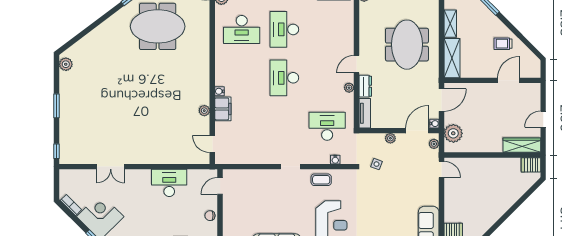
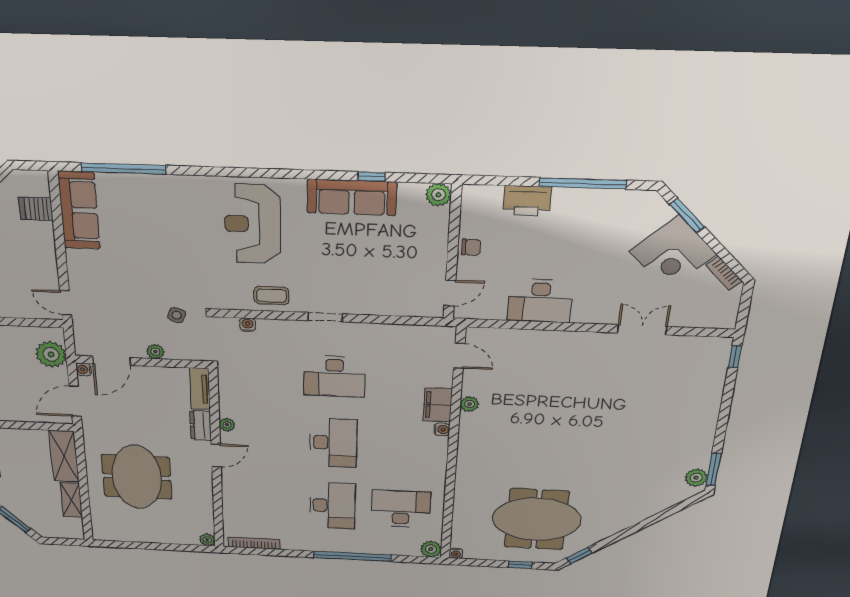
window: (57, 106) -> (714, 469), moved
desk: (327, 126) -> (334, 376), moved
plant: (434, 144) -> (82, 341), removed

